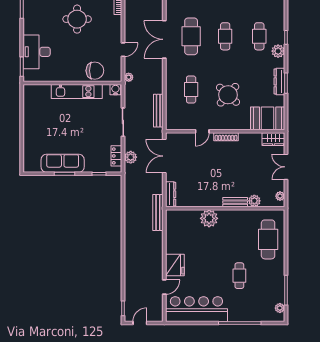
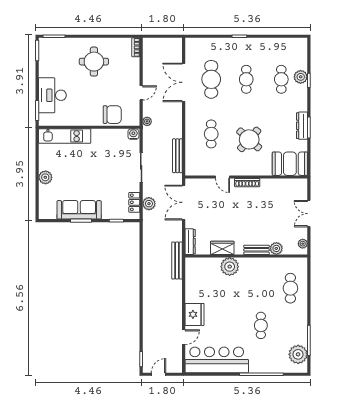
plant: (278, 51) -> (301, 77), moved
kitchen unit: (77, 92) -> (65, 136), moved
door: (202, 131) -> (223, 177), hinge flipped
plant: (30, 132) -> (45, 177), added
wardrobe: (273, 139) -> (222, 248), moved, turned 180
cafe table: (268, 239) -> (290, 288), width x0.73, depth x0.74
plant: (280, 308) -> (298, 354), width x1.87, depth x1.87

